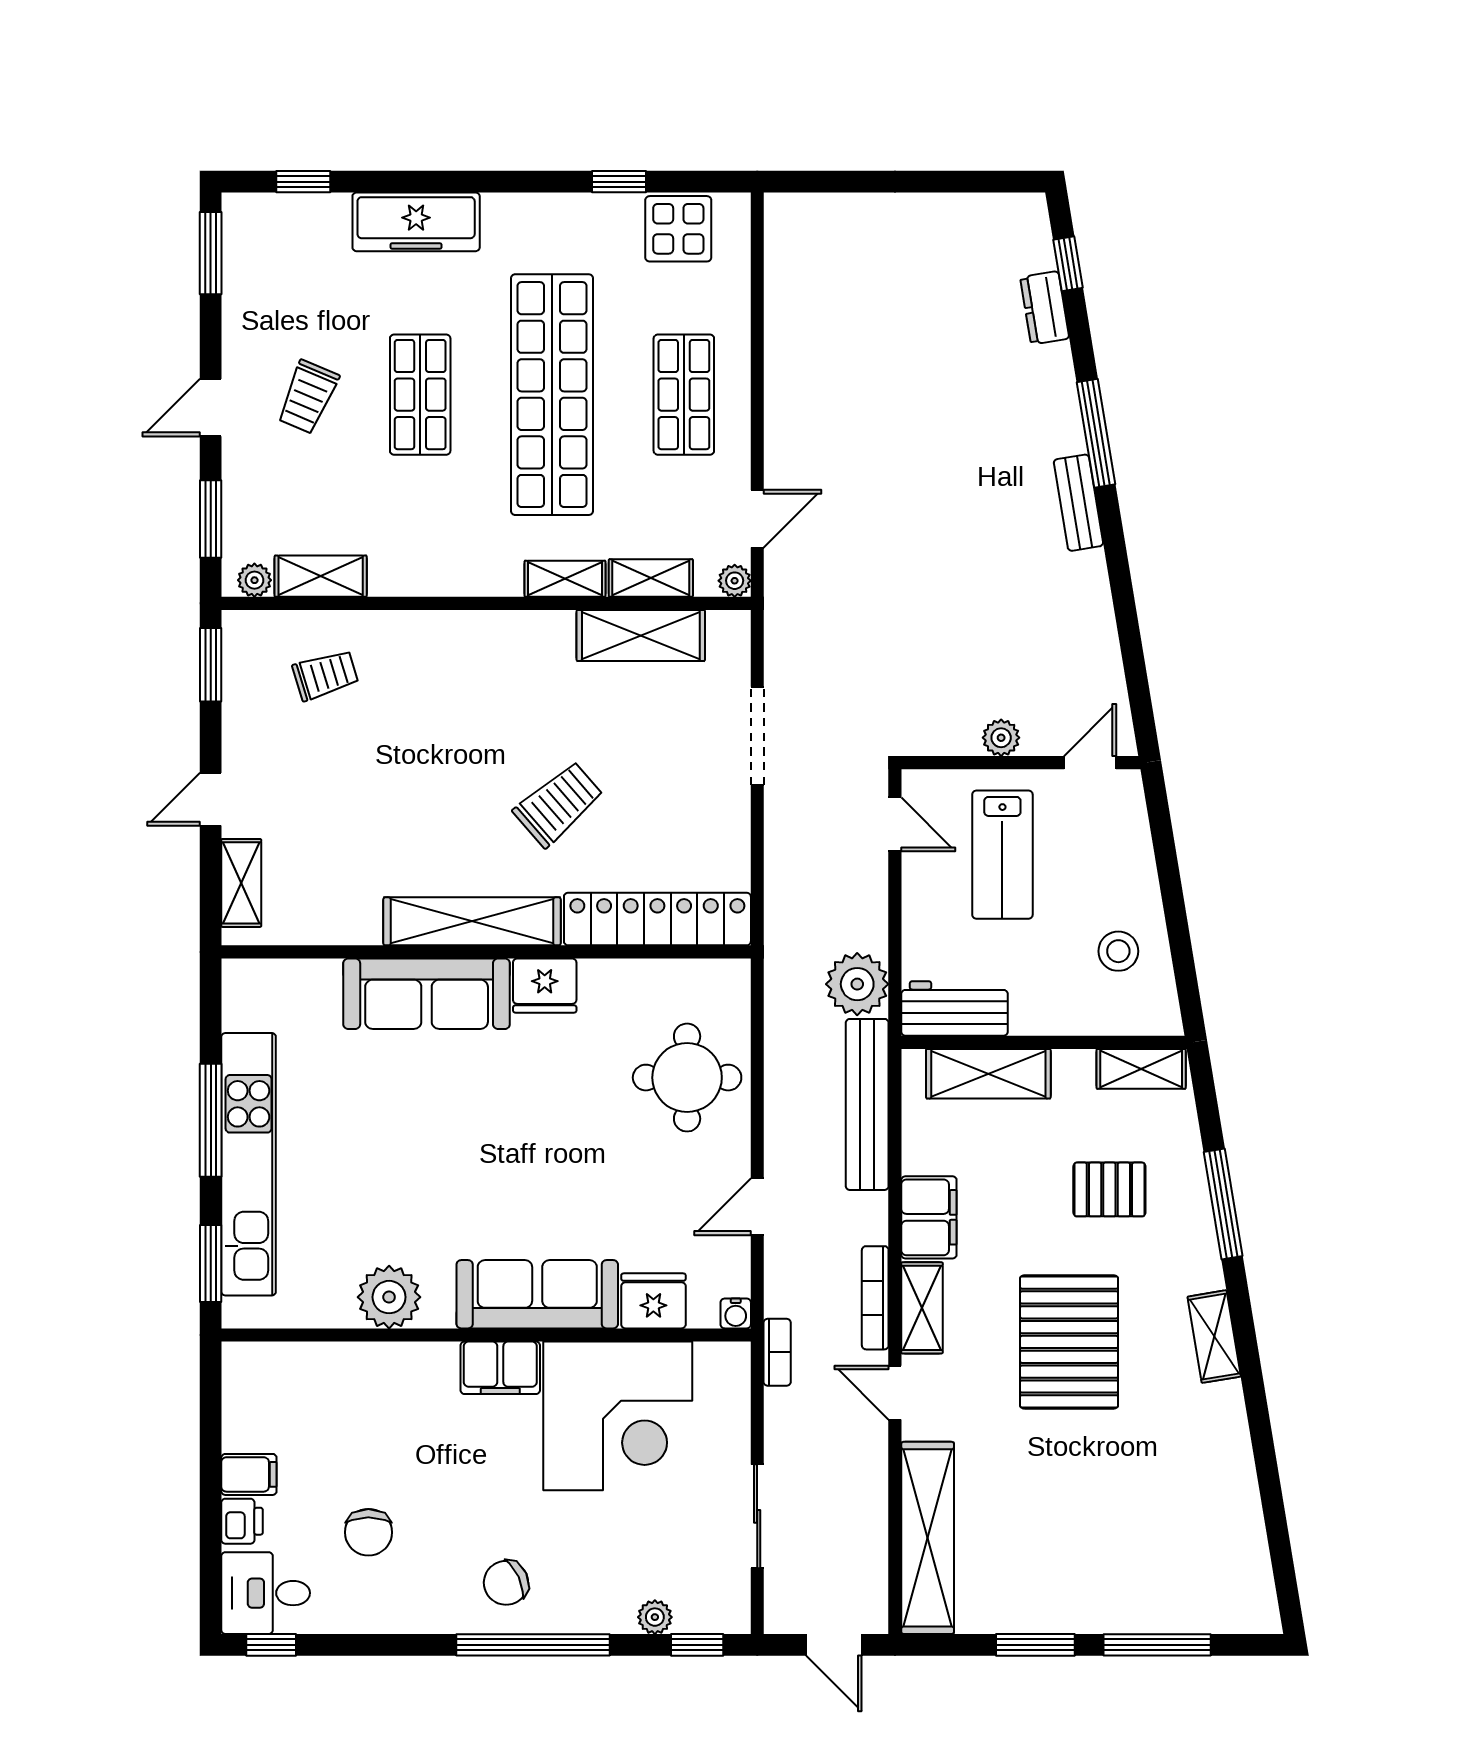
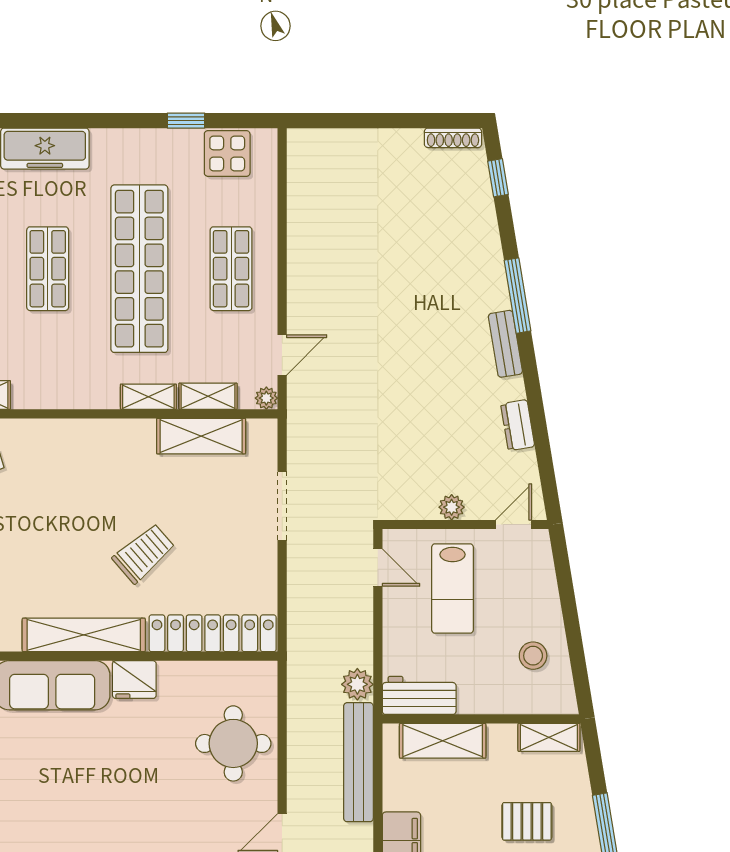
shoe rack: (1003, 206) -> (453, 138), added
dresser: (1045, 308) -> (518, 425), moved
plant: (857, 984) -> (357, 684), width x0.73, depth x0.73

